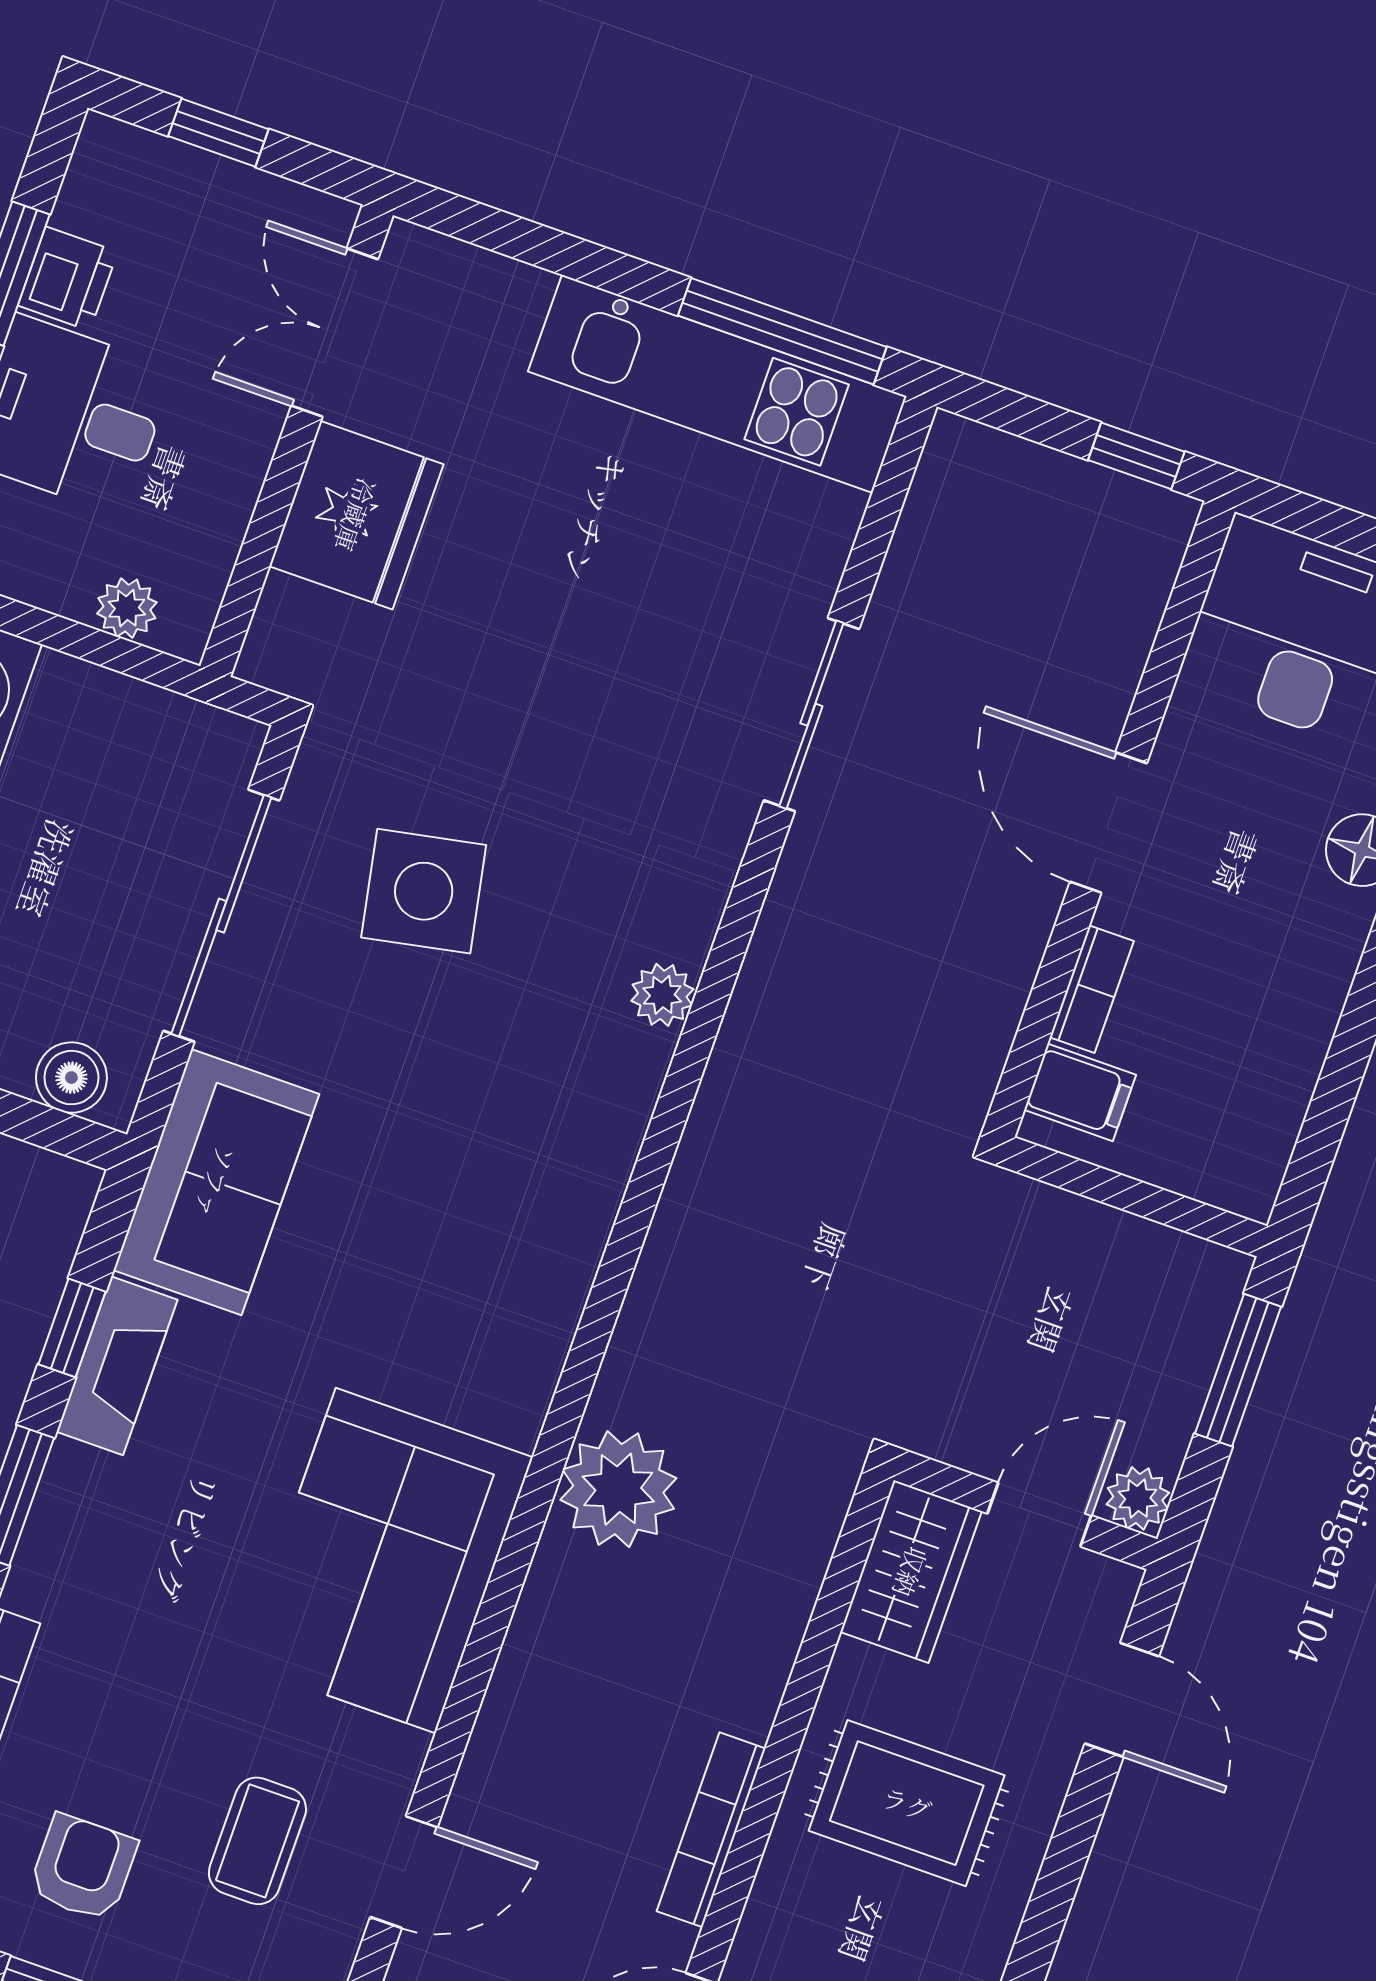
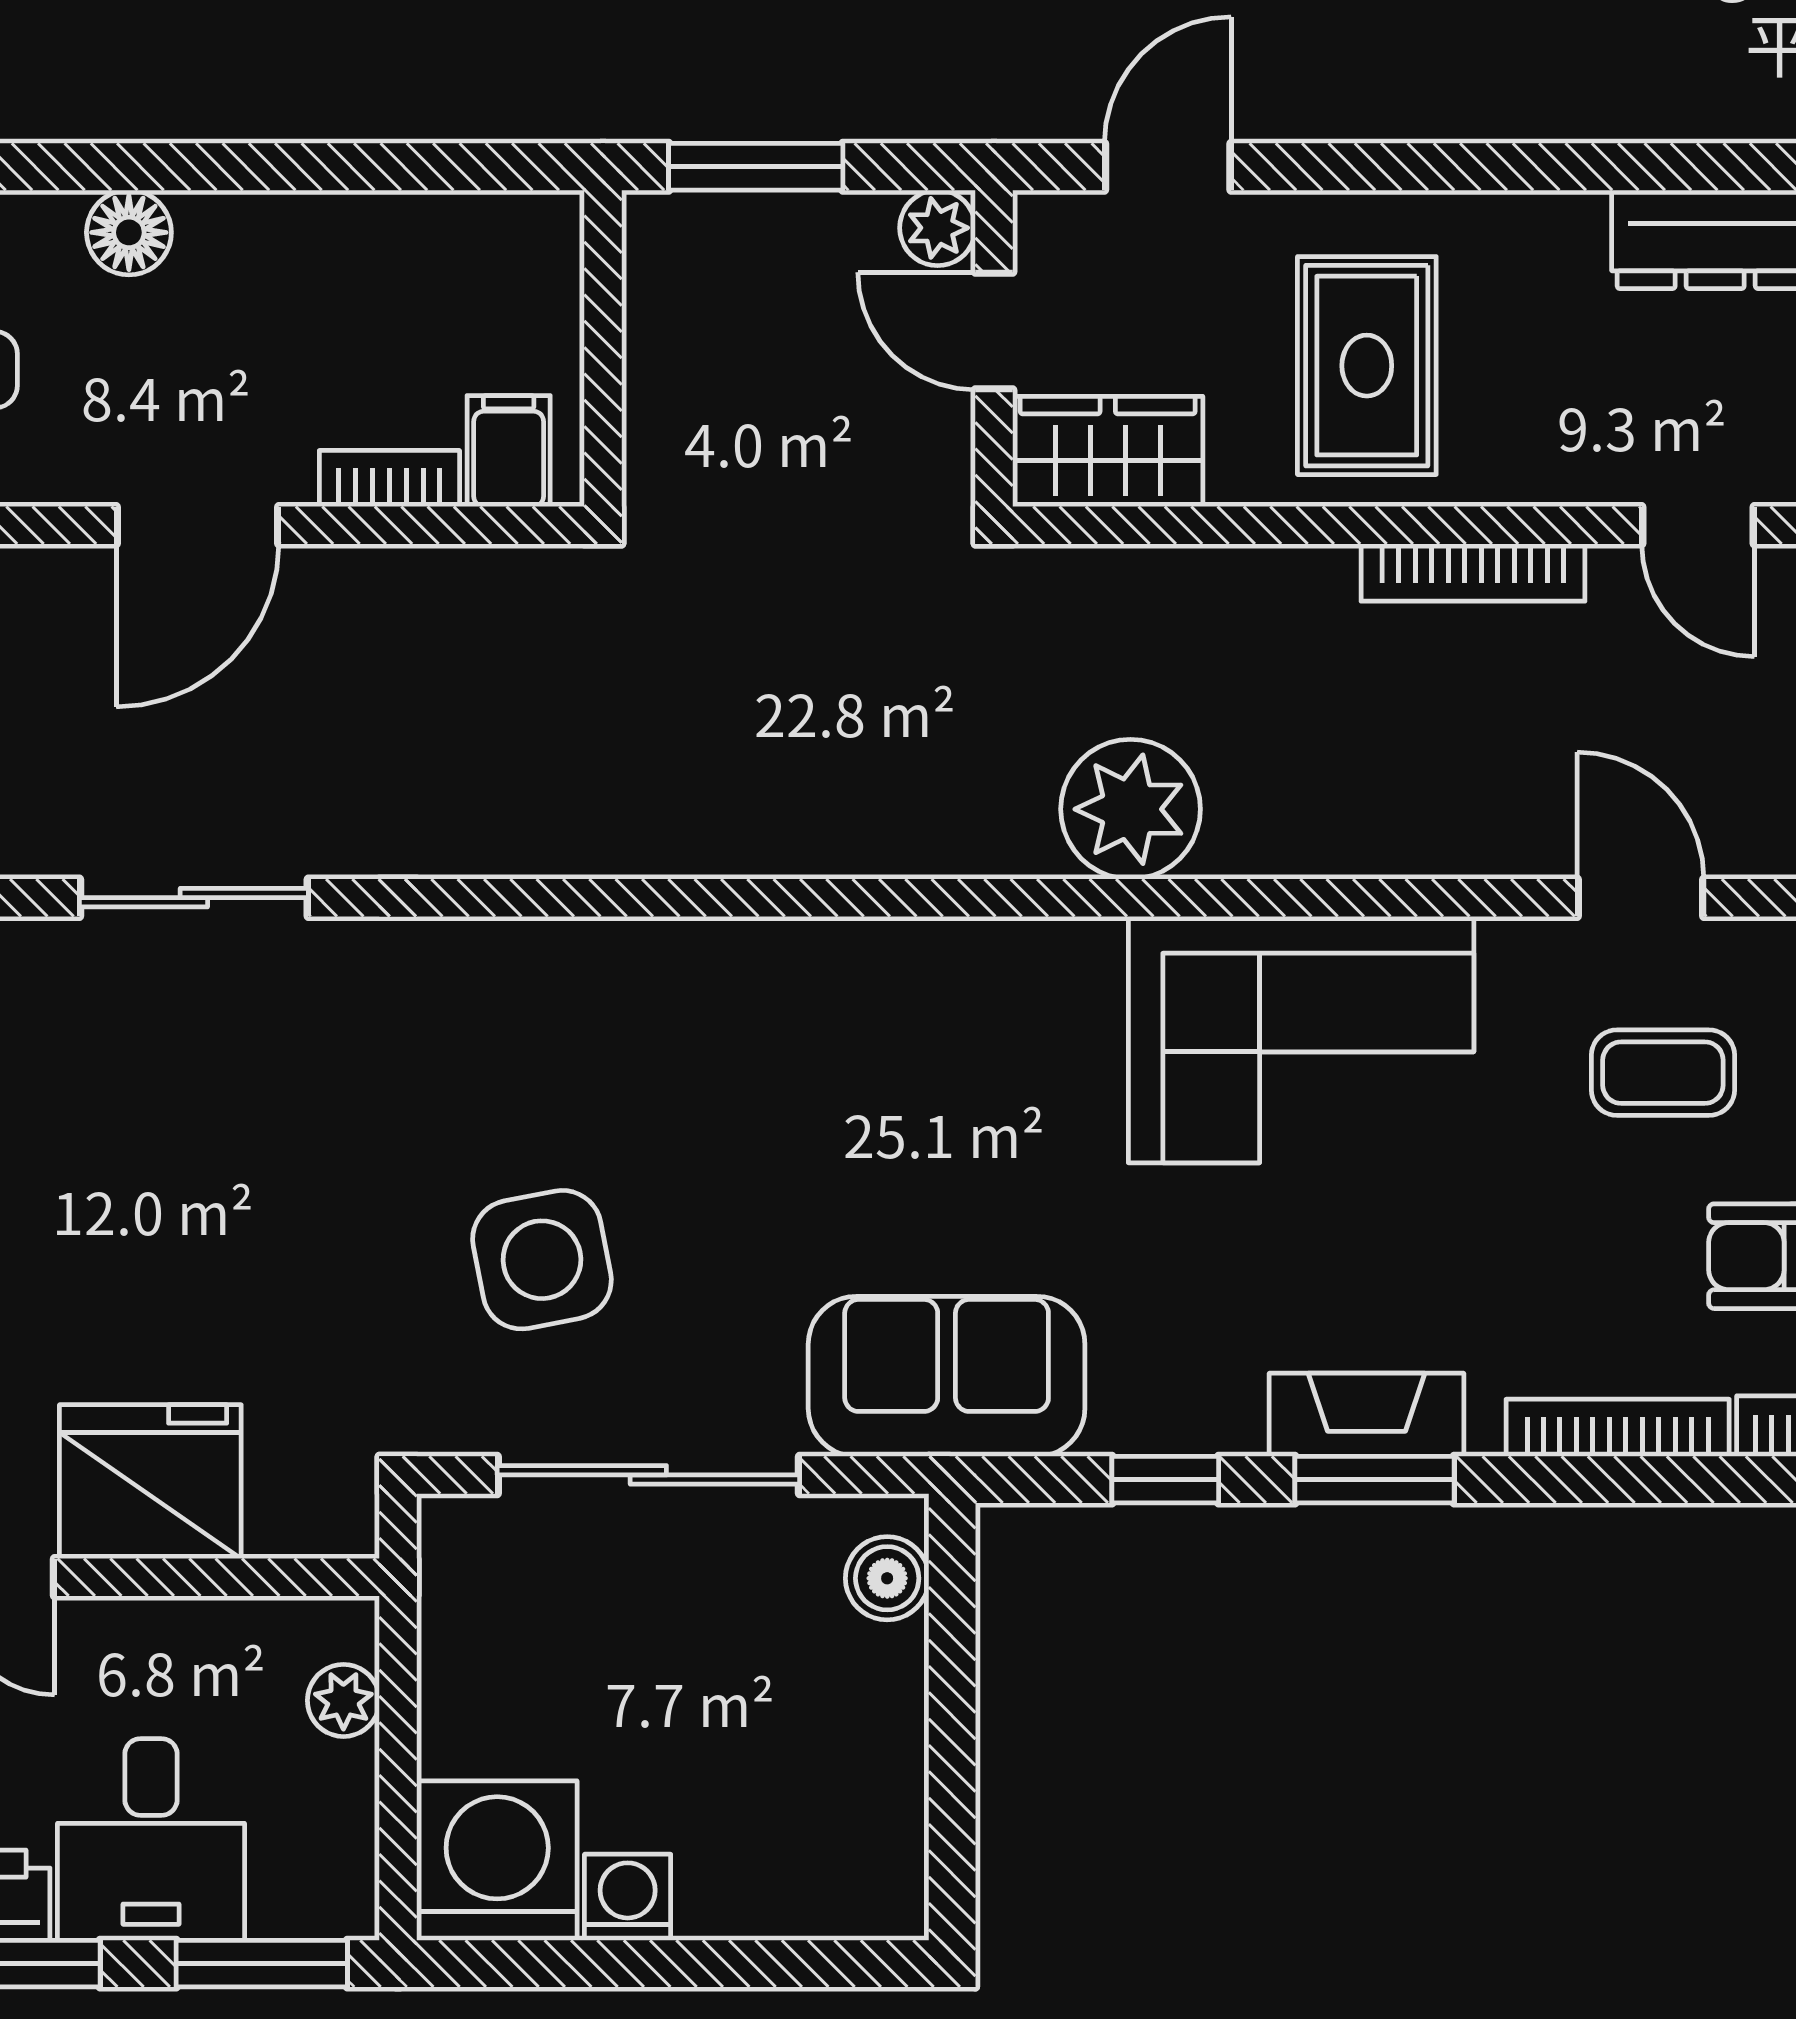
plant: (662, 995) -> (564, 954), removed
fireplace: (117, 1366) -> (1366, 1415), moved

